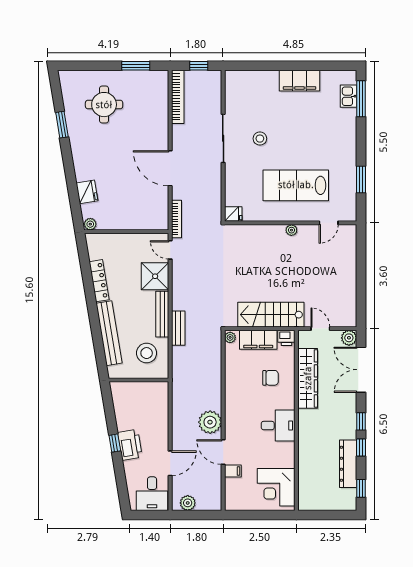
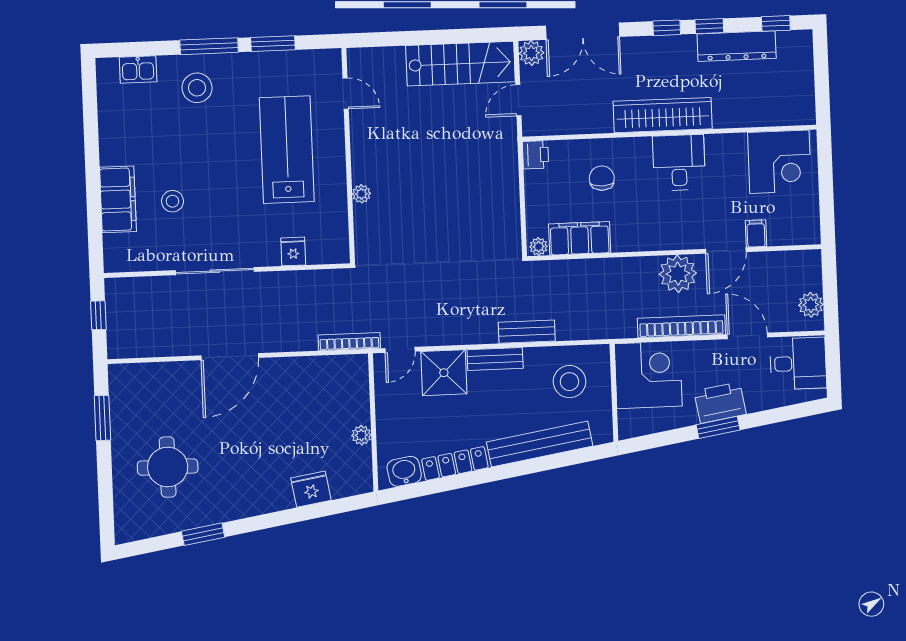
filing cabinet: (300, 81) -> (118, 199), moved
bookcase: (178, 97) -> (681, 326), moved
window: (361, 99) -> (209, 46), moved
stool: (336, 132) -> (197, 88), added
stool: (260, 139) -> (173, 201), moved
door: (170, 168) -> (230, 357), moved
lab bench: (296, 185) -> (287, 150), turned 180
fridge: (233, 214) -> (293, 251), moved
plant: (90, 224) -> (361, 435), moved
plant: (291, 230) -> (361, 194), moved
washbasin: (96, 249) -> (404, 471), added
bench: (162, 314) -> (495, 359), width x0.73
stairs: (271, 315) -> (460, 64), moved, turned -90
filing cabinet: (258, 340) -> (580, 238), moved, turned -90
wardrobe: (308, 378) -> (663, 115), moved
corner desk: (149, 401) -> (648, 375), added
window: (115, 443) -> (718, 427), width x1.50

